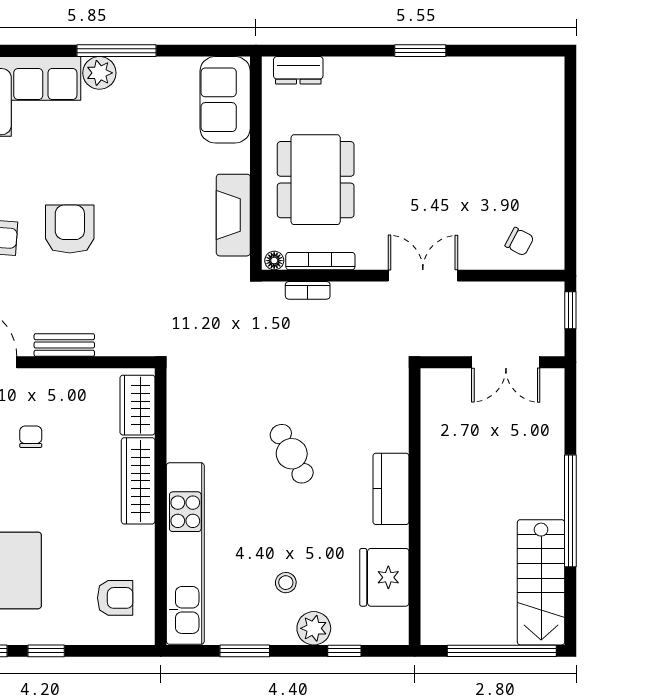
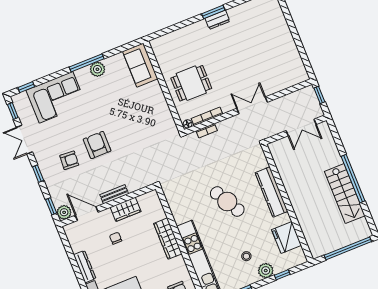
dresser: (298, 70) -> (217, 20), moved
plant: (99, 73) -> (97, 69), moved
dining table: (316, 180) -> (191, 83), width x0.73
fireplace: (233, 215) -> (163, 112), removed
chair: (519, 242) -> (287, 75), removed
wardrobe: (138, 405) -> (126, 209), moved, turned -90
cafe table: (292, 454) -> (227, 201), width x1.37, depth x1.35
kitchen counter: (391, 489) -> (271, 192), width x1.50
stairs: (541, 582) -> (345, 194), moved

